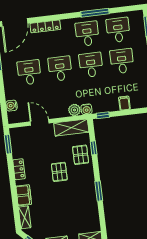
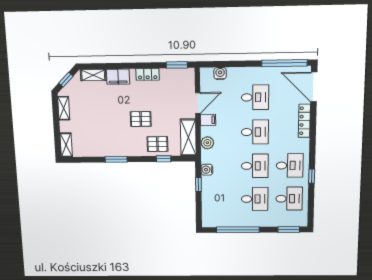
window: (95, 13) -> (312, 176), width x0.46
filing cabinet: (124, 103) -> (208, 120), moved
water cooler: (87, 109) -> (207, 170), moved
window: (103, 115) -> (198, 184), moved

